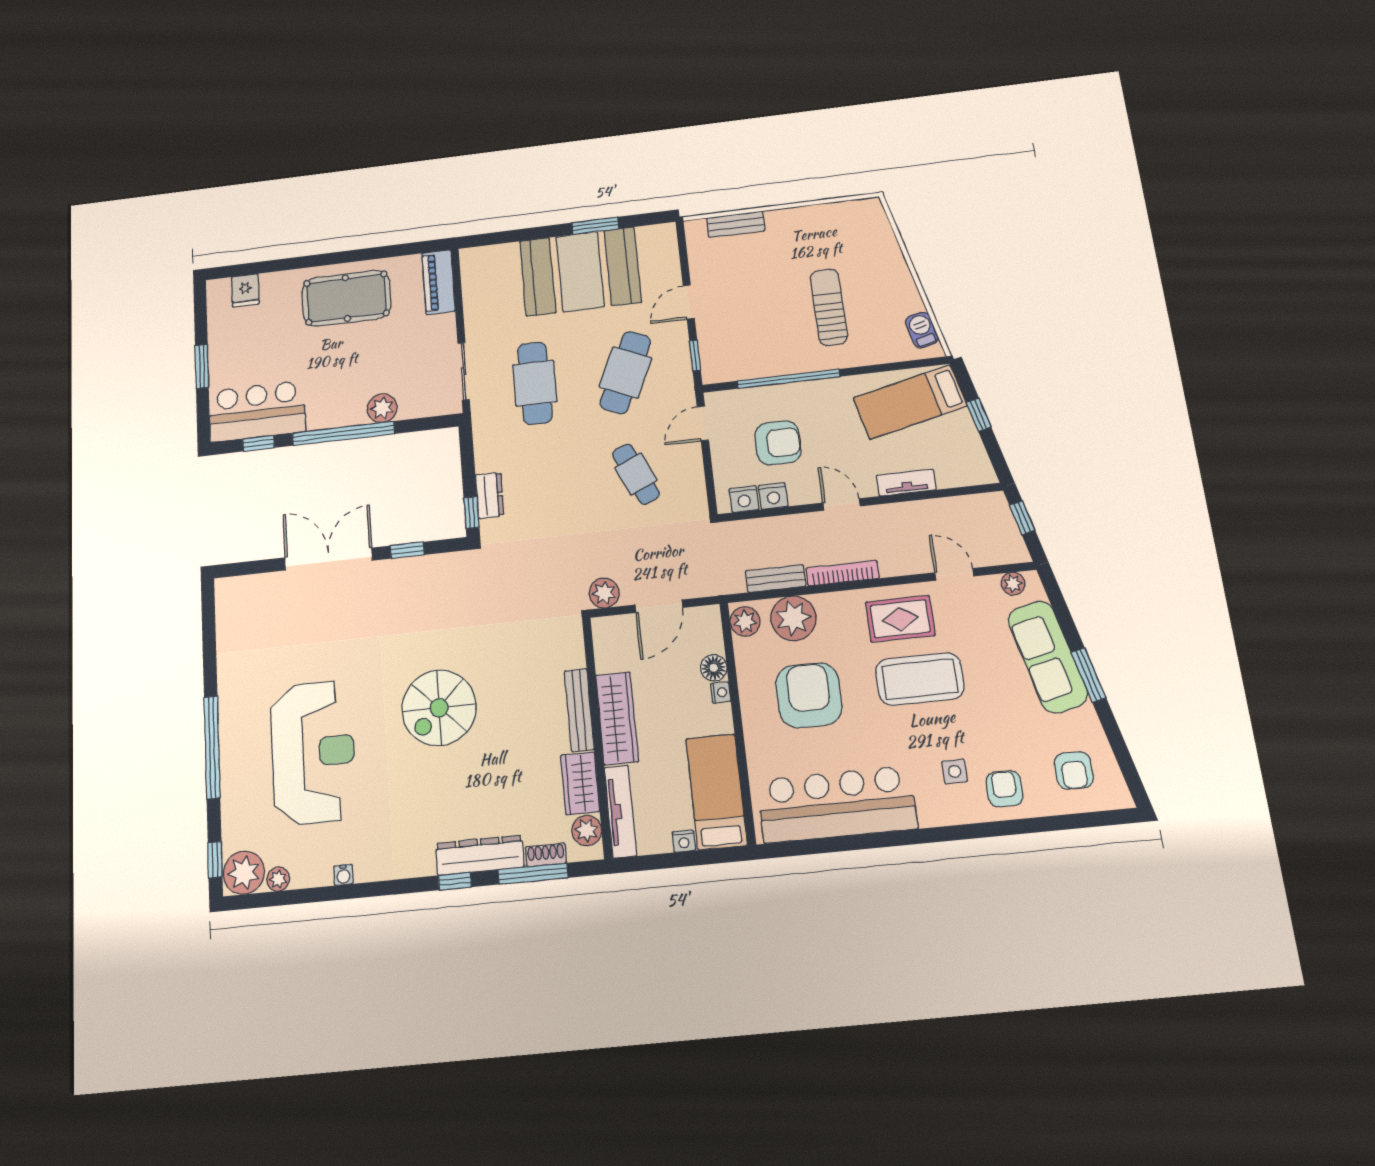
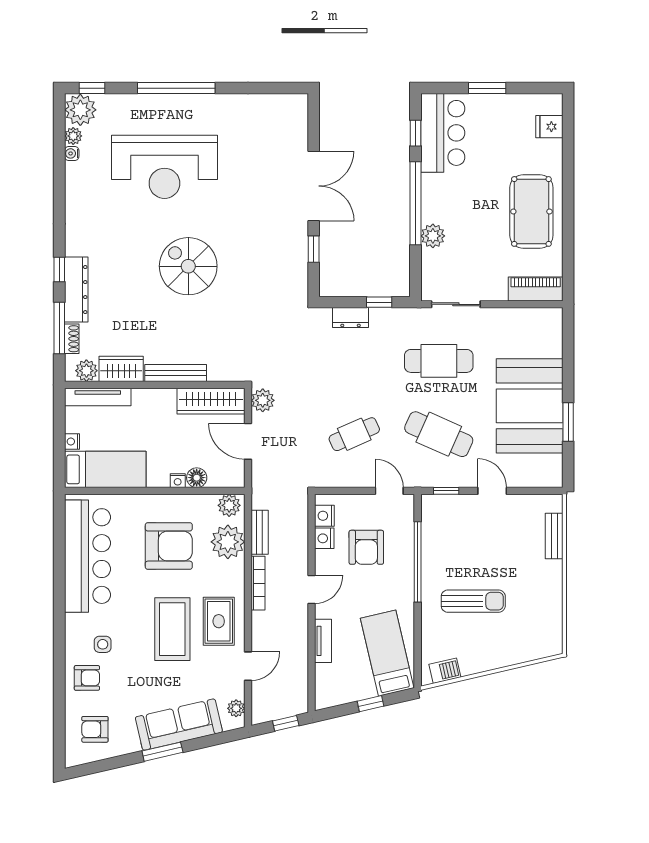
window: (471, 512) -> (379, 302), moved
wardrobe: (617, 718) -> (211, 401), moved
water cooler: (343, 875) -> (72, 153), moved

